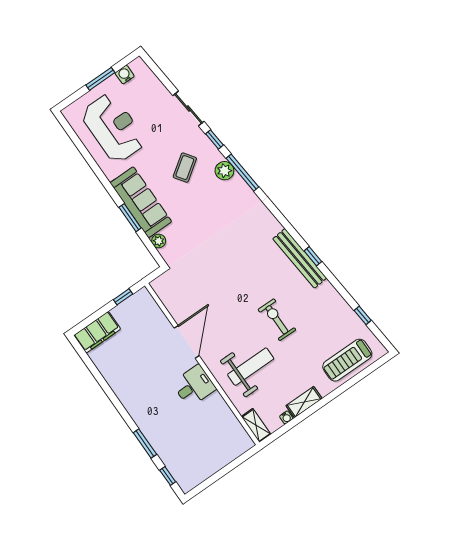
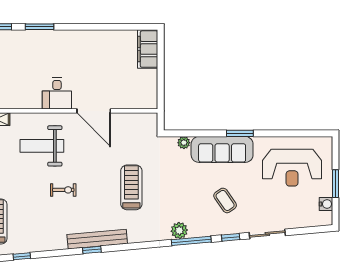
plant: (224, 171) -> (179, 231), moved
window: (130, 218) -> (240, 133), moved
treadmill: (232, 260) -> (131, 187), added
window: (123, 297) -> (161, 87), removed
exercise bike: (277, 320) -> (63, 190), width x0.73, depth x0.72
weight bench: (251, 367) -> (42, 146), turned 90

